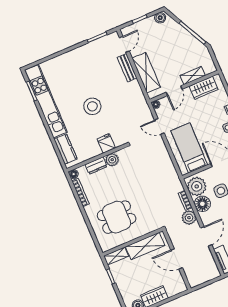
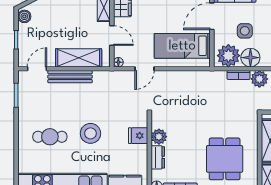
door: (124, 44) -> (37, 69), hinge flipped
bench: (127, 68) -> (70, 77), width x1.36
cafe table: (77, 76) -> (50, 137), added

